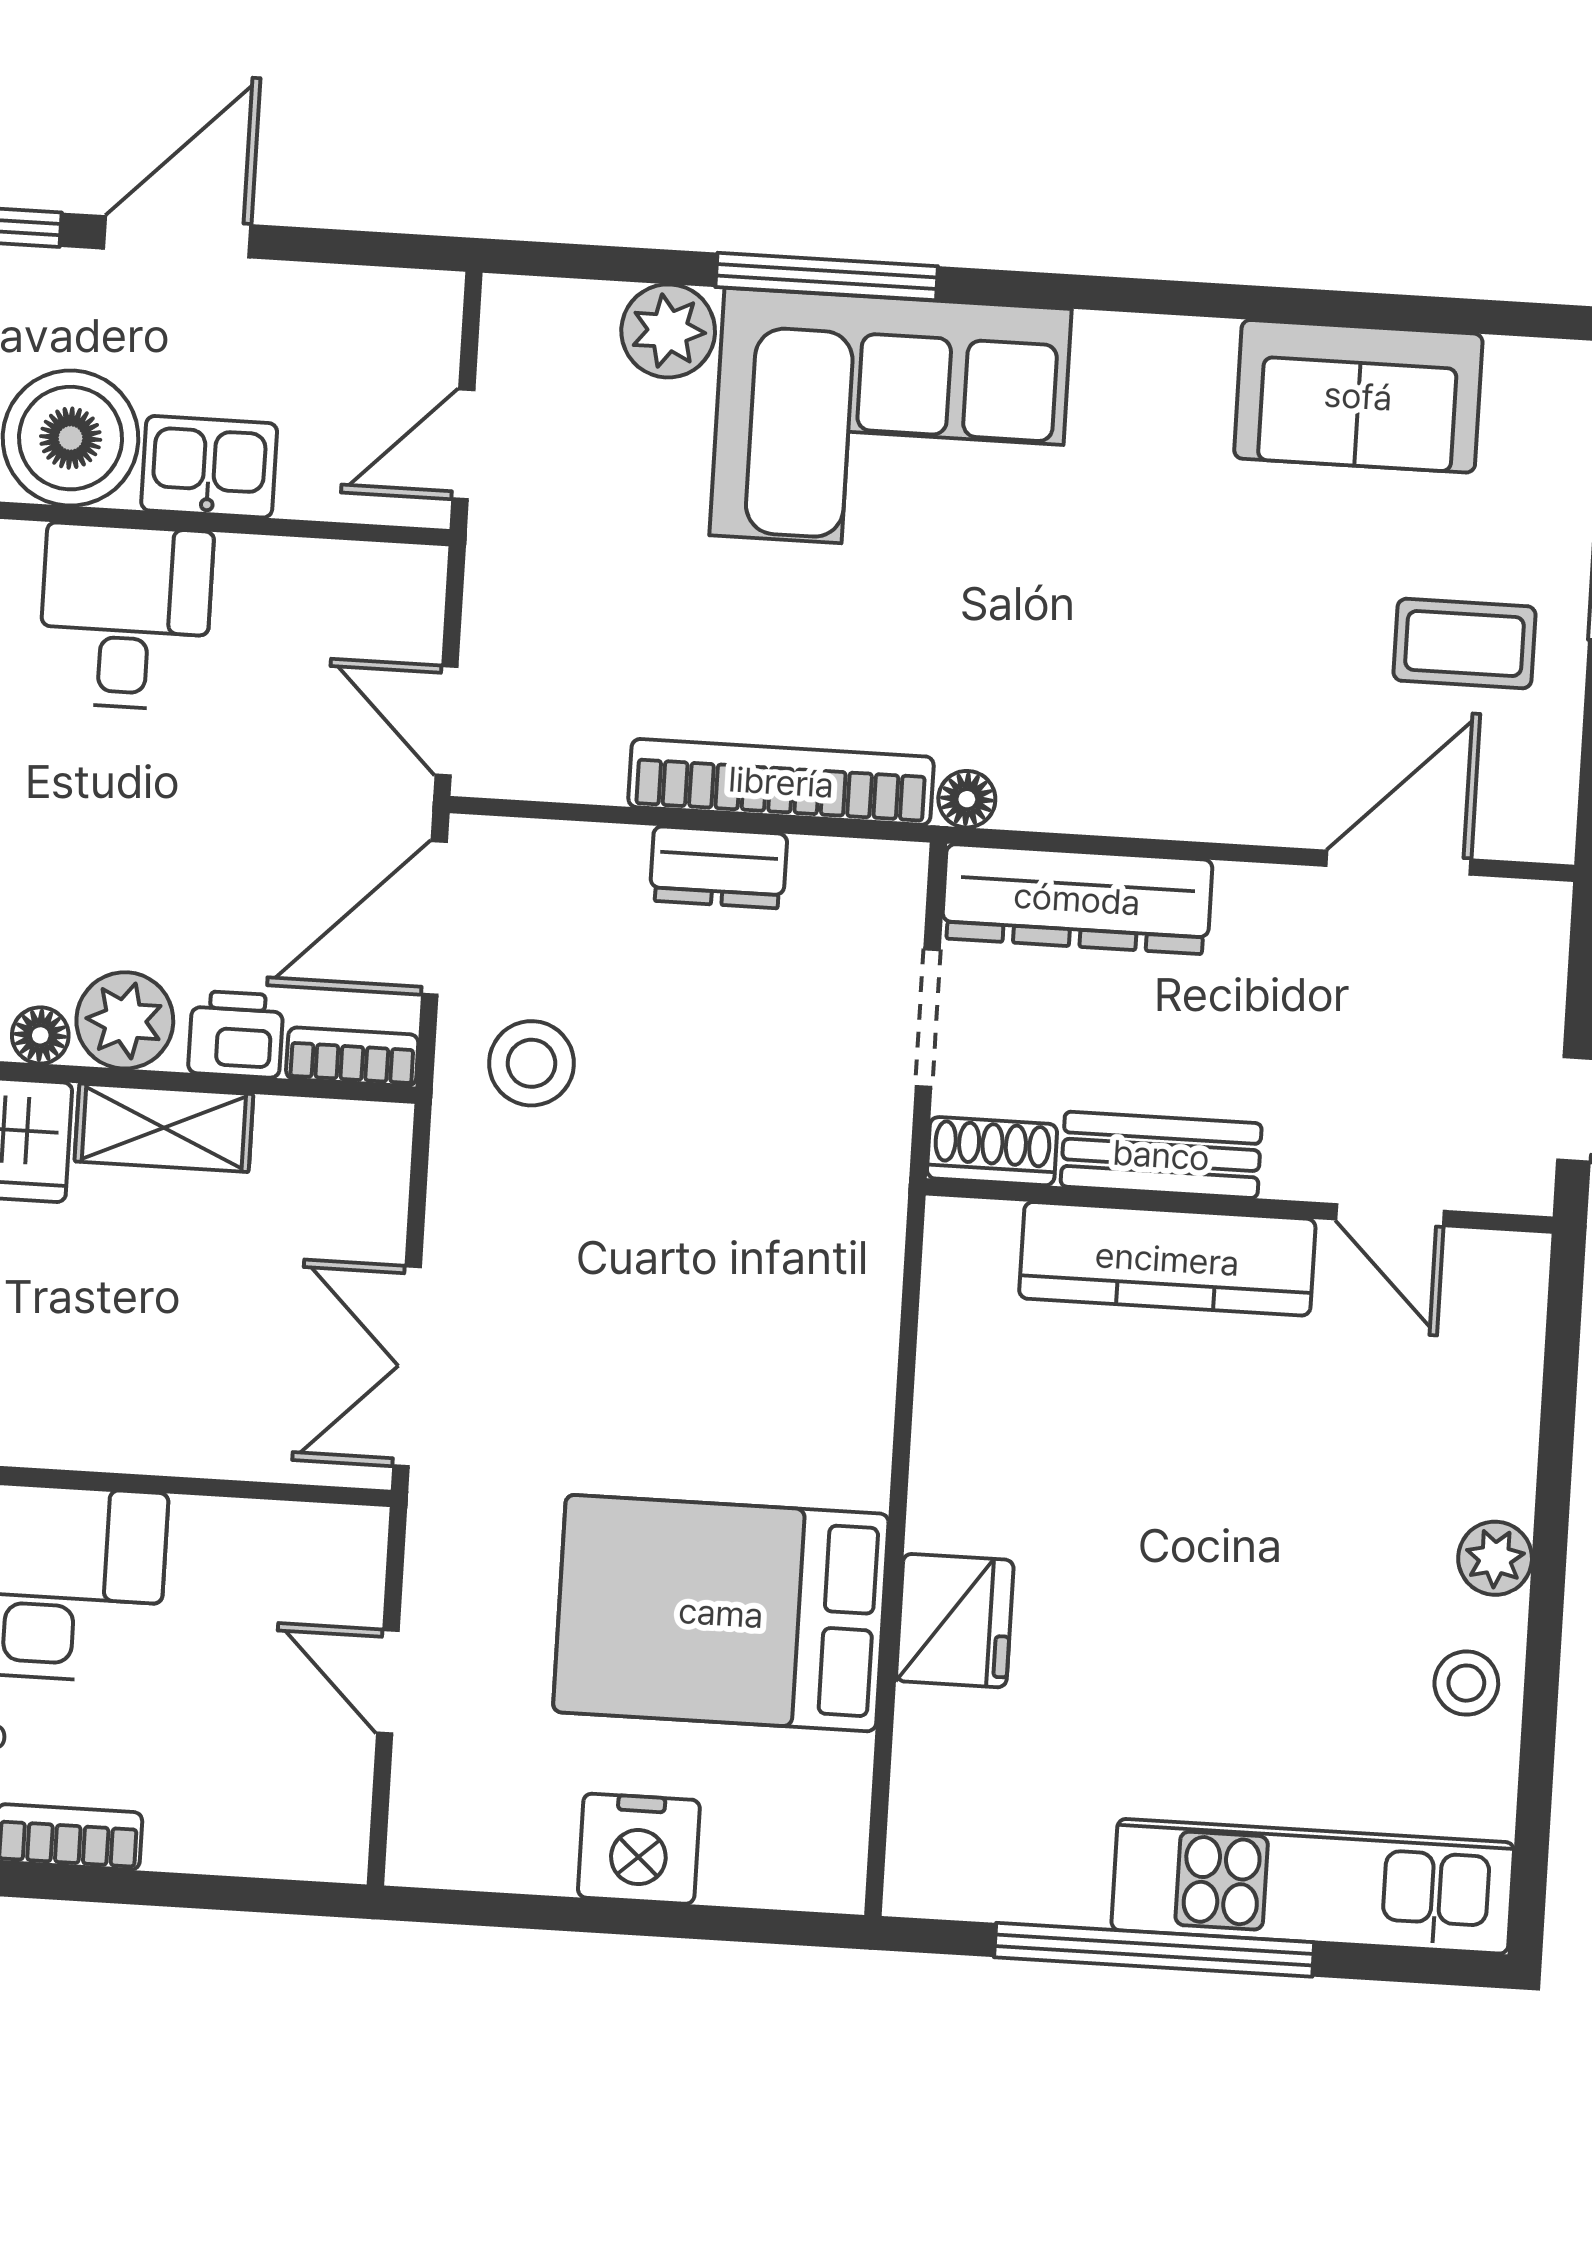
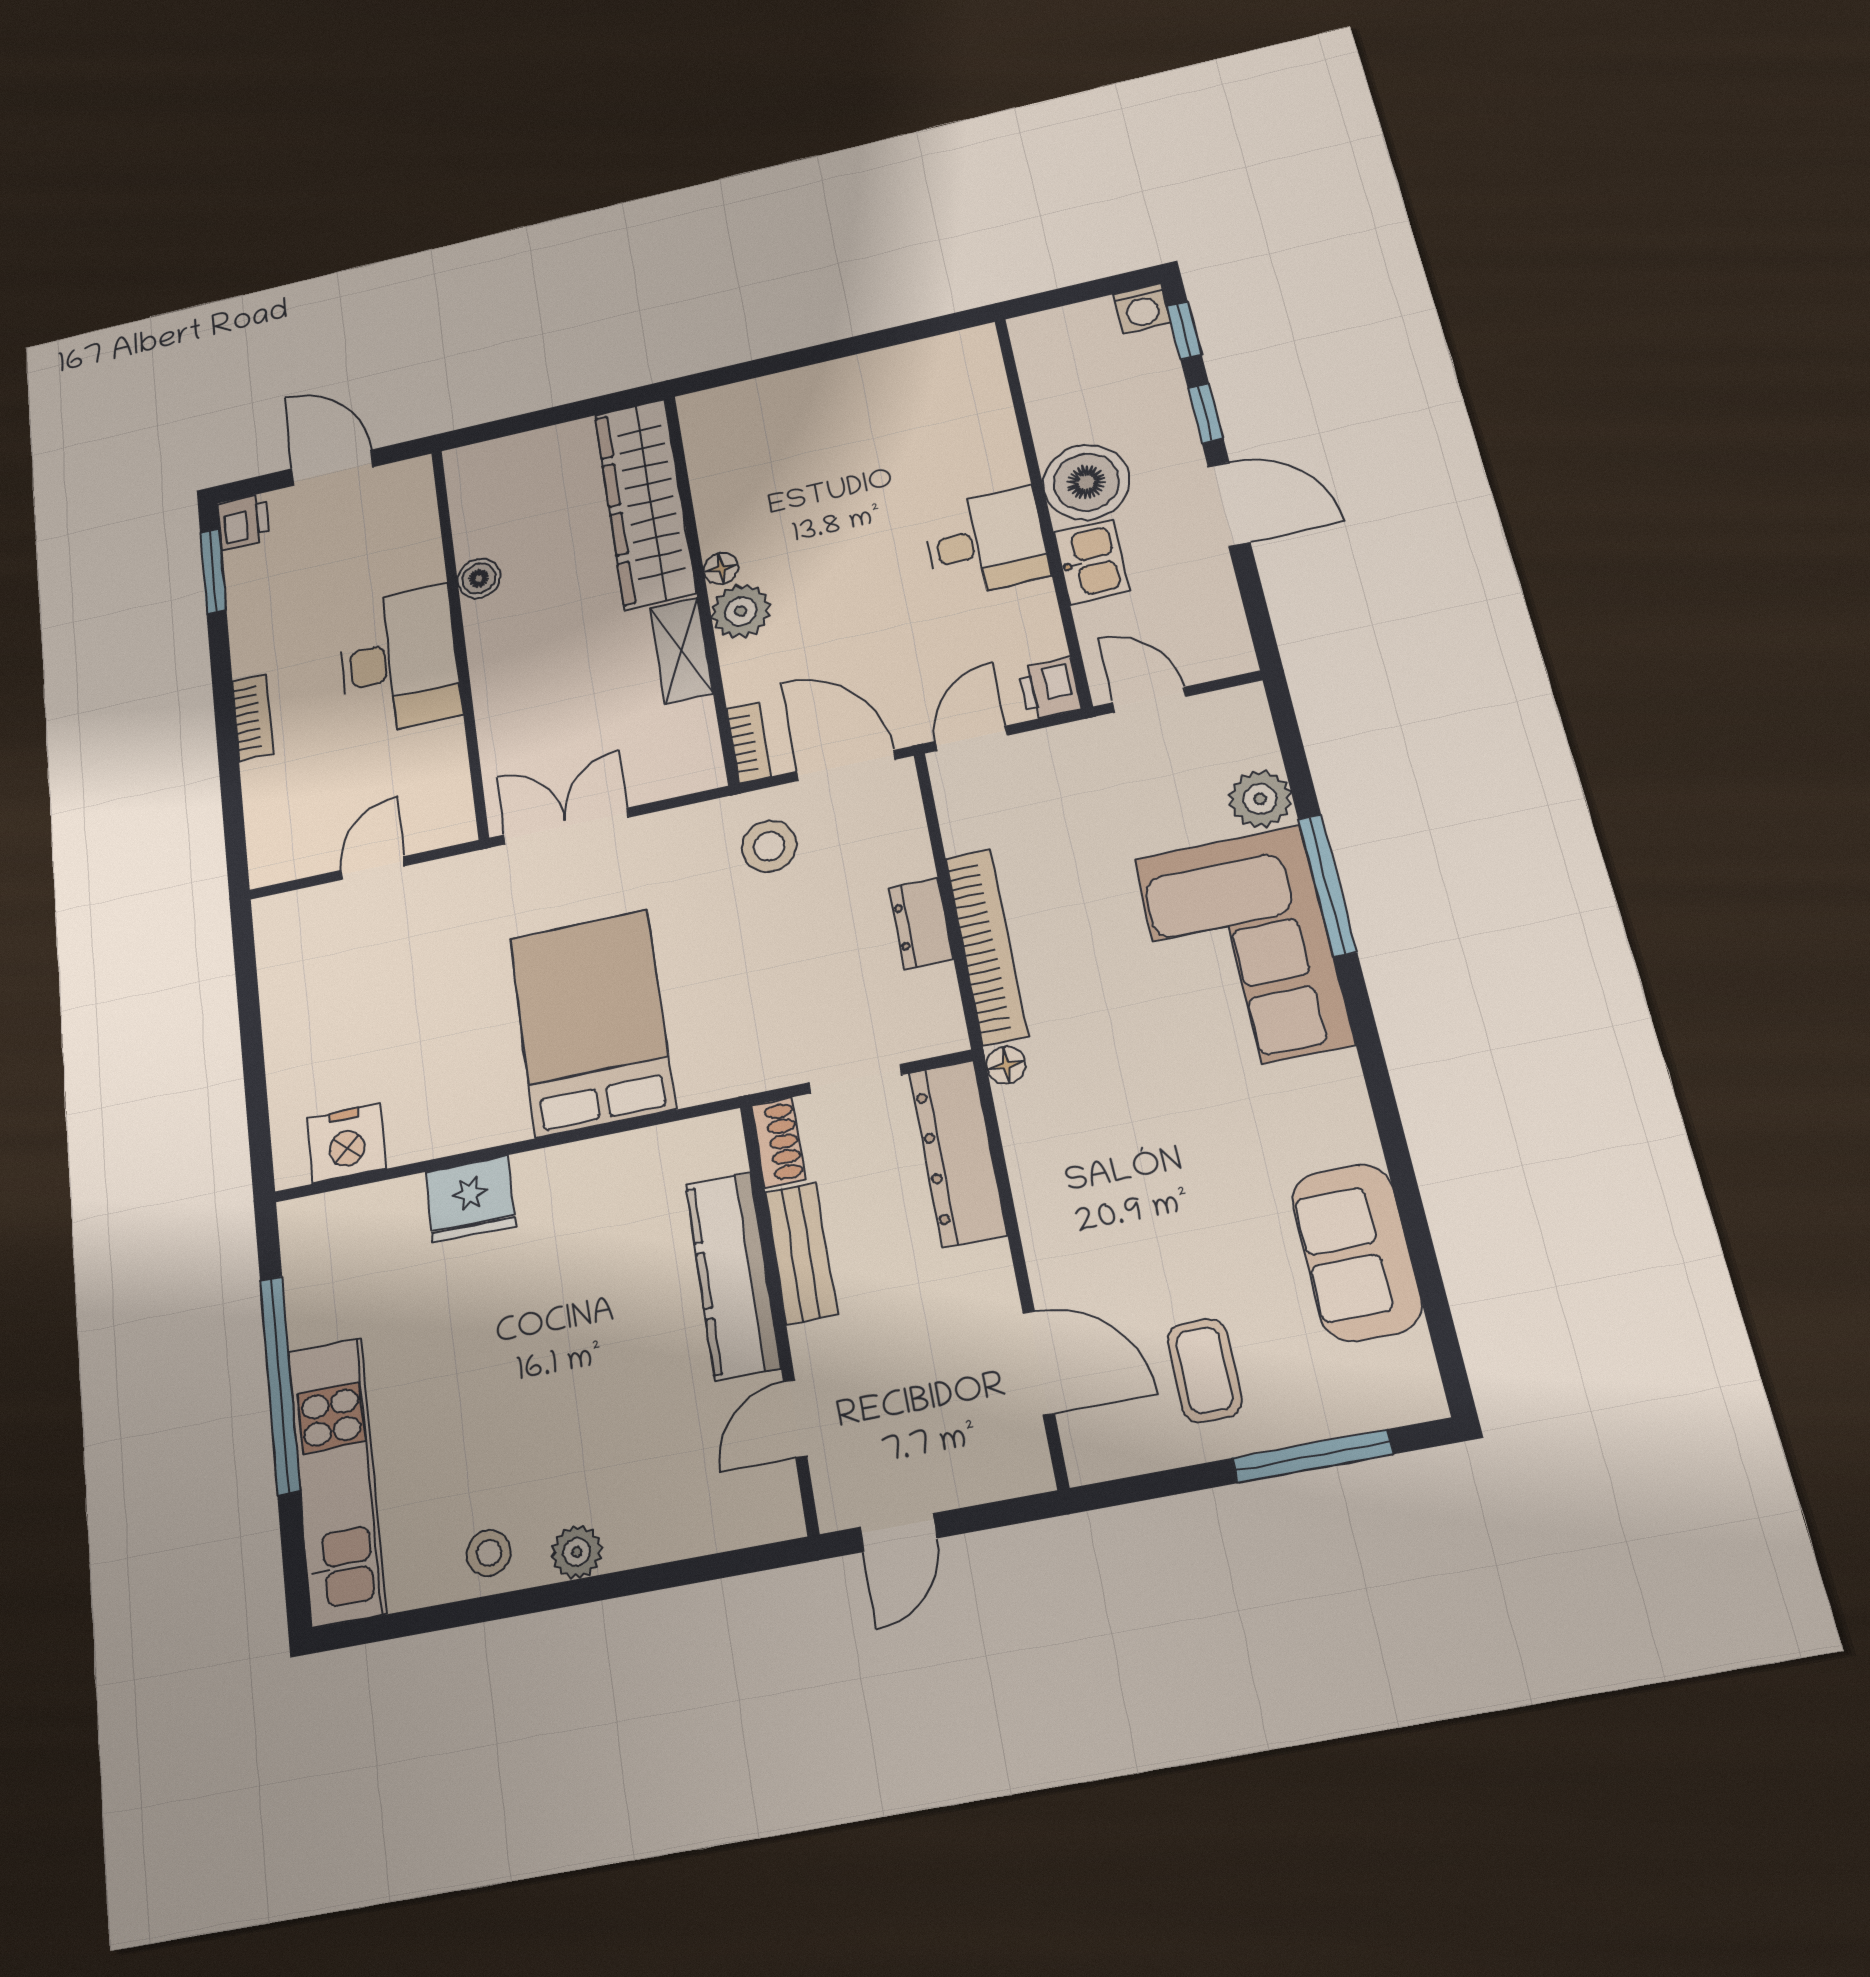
printer: (236, 1034) -> (1050, 688), moved, turned 180
bed: (721, 1613) -> (592, 1023), moved
nightstand: (639, 1849) -> (346, 1143), moved, turned -90

